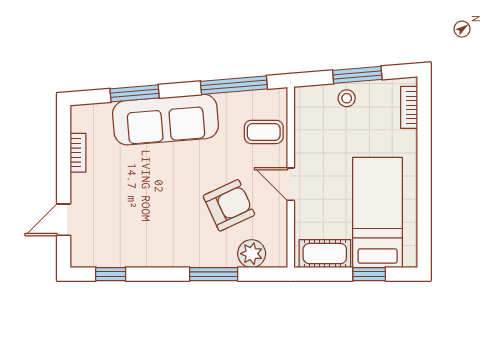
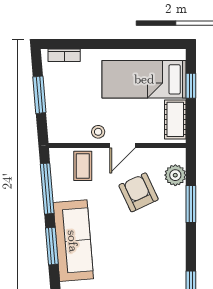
window: (135, 93) -> (52, 246), moved
stool: (347, 98) -> (98, 132), moved

